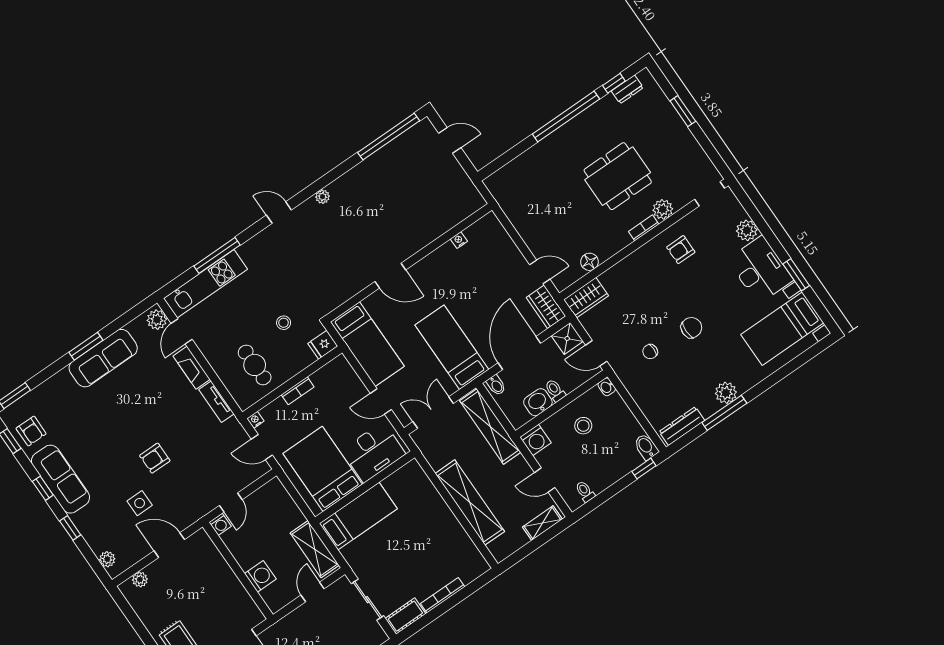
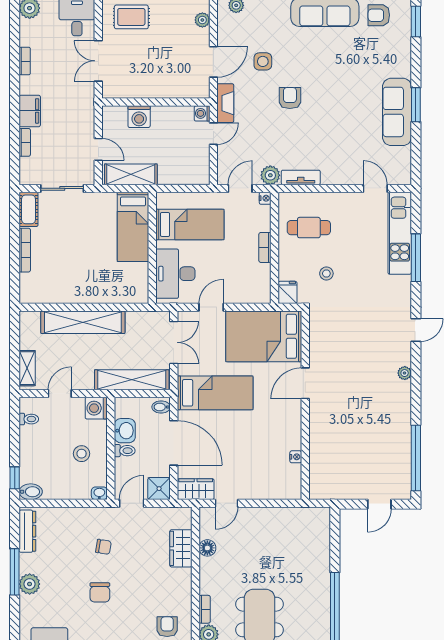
wardrobe: (586, 298) -> (181, 548), moved
plant: (157, 320) -> (270, 175), moved
bed: (367, 344) -> (264, 336), width x1.50
chair: (650, 352) -> (103, 547), turned 99
fireplace: (192, 368) -> (225, 103), moved, turned 90
bed: (323, 469) -> (190, 224), width x0.67
door: (231, 503) -> (213, 134), swing flipped

